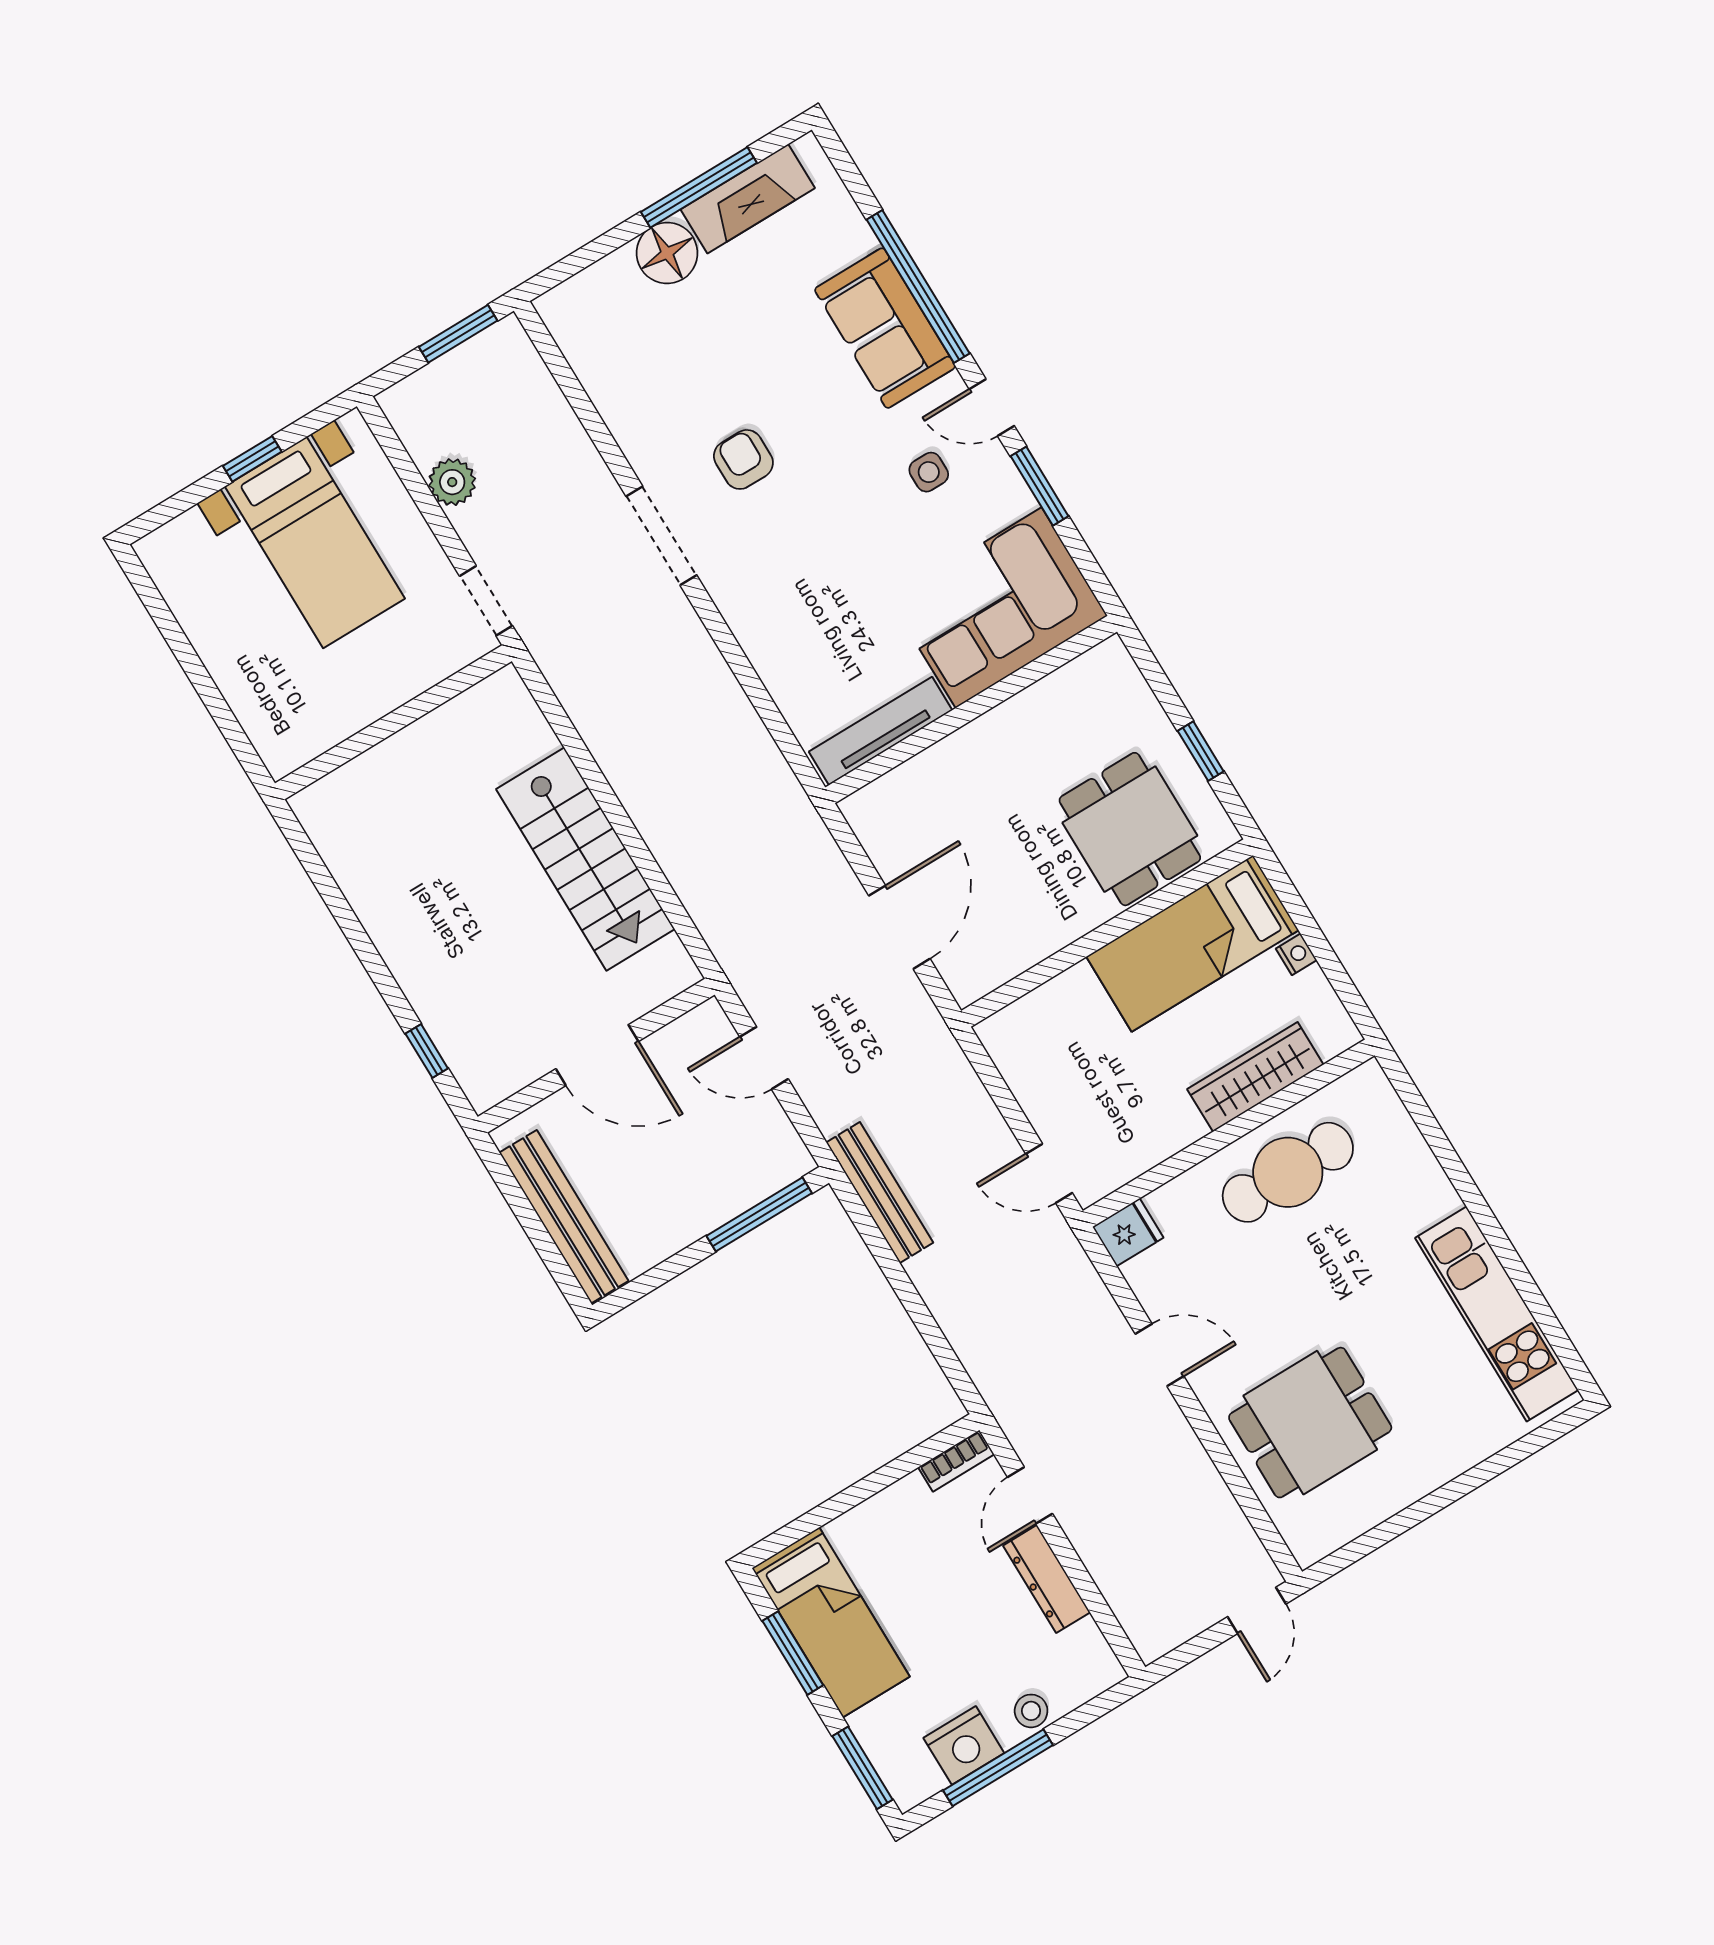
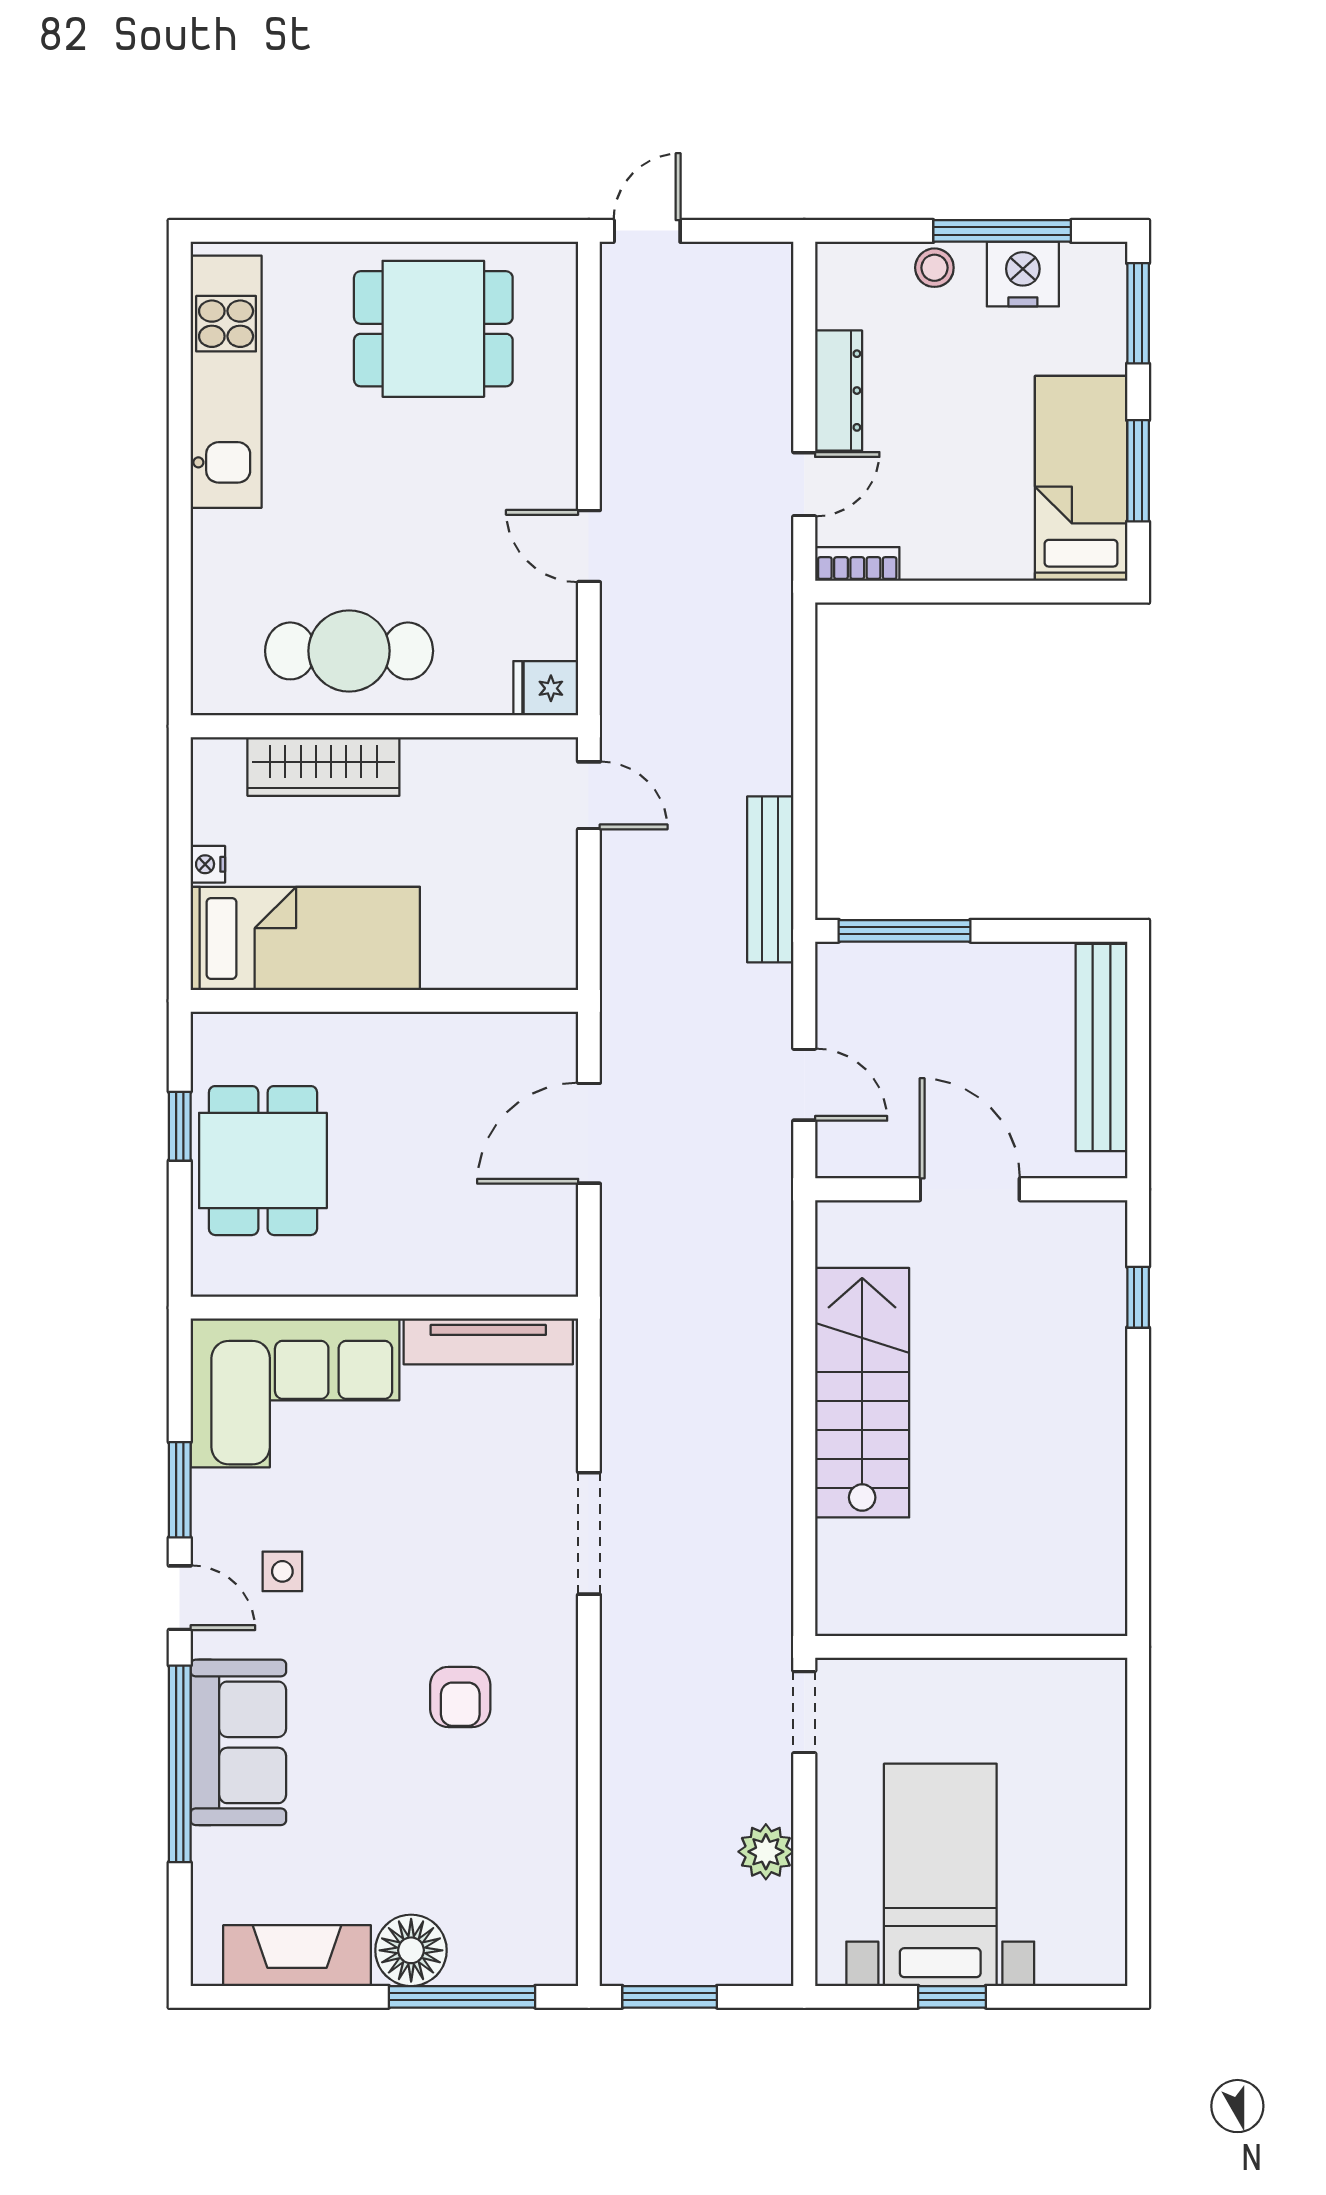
window: (699, 187) -> (462, 1997), moved
doorway: (661, 536) -> (589, 1533), moved
dining table: (1130, 829) -> (263, 1161), moved
dining table: (1310, 1423) -> (433, 329), moved

